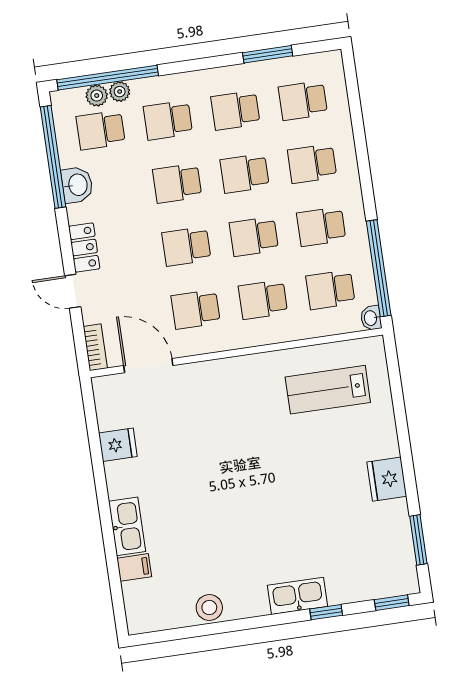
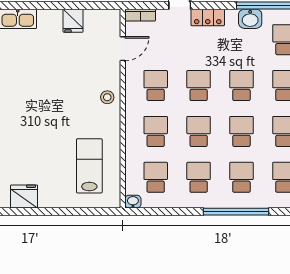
window: (379, 268) -> (236, 212), moved
door: (148, 366) -> (123, 49), width x0.73
stool: (223, 378) -> (107, 97), added

